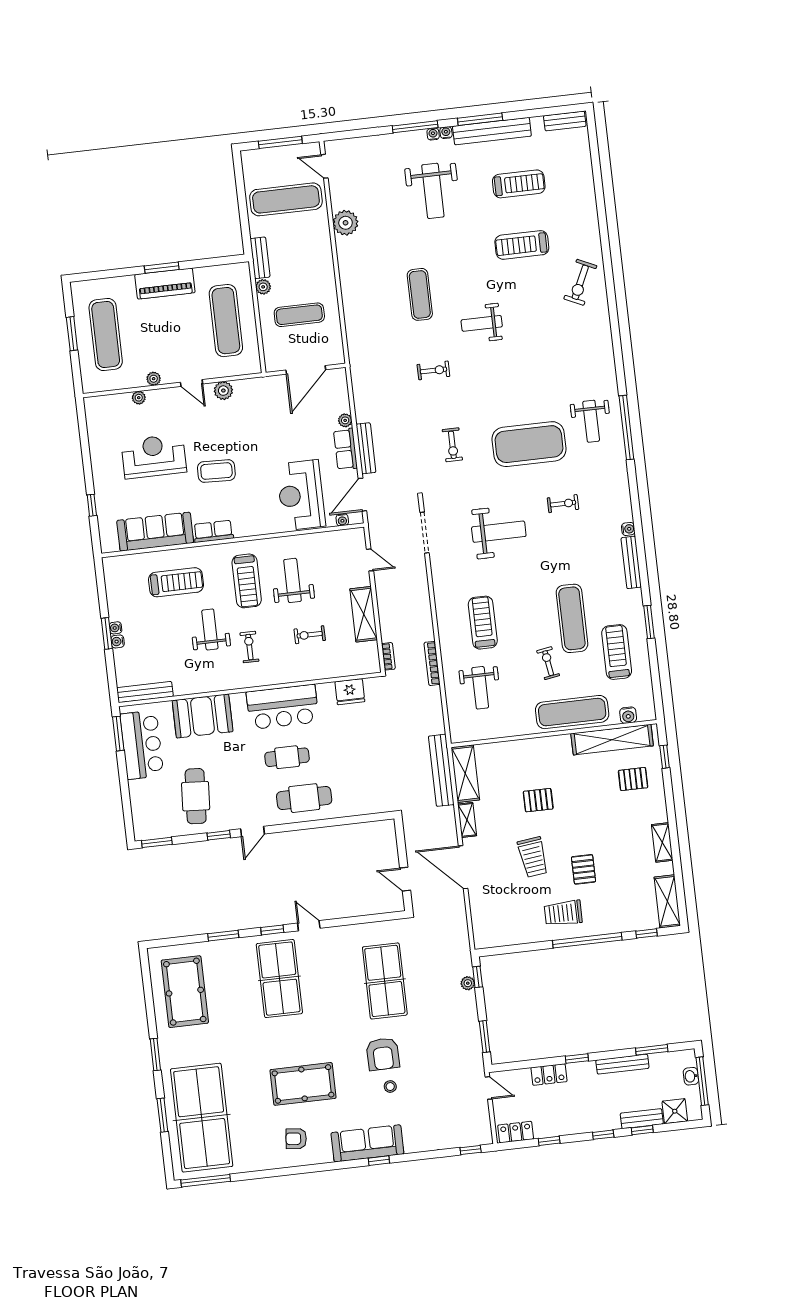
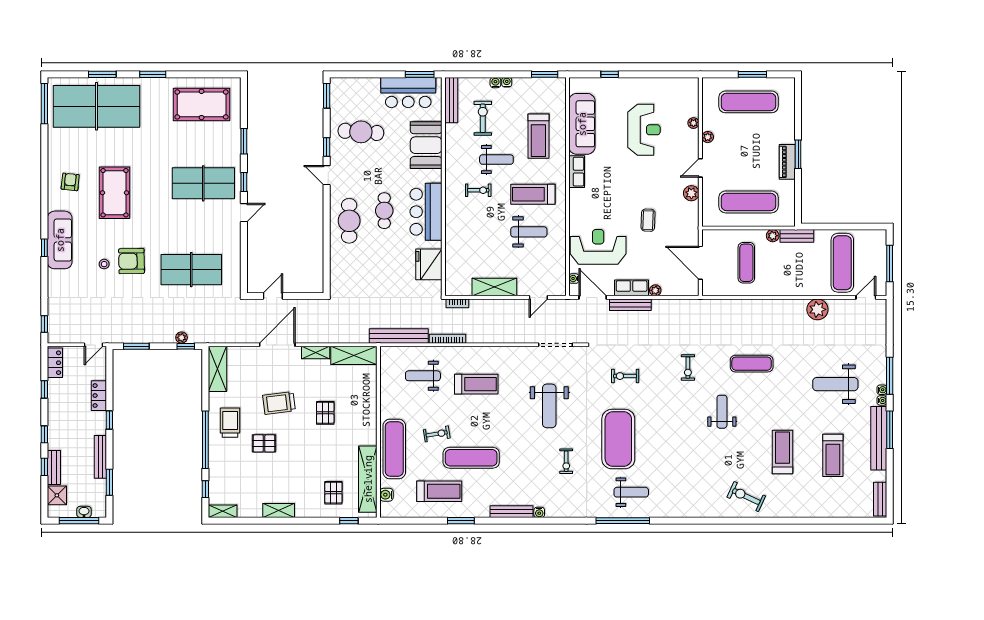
piano: (165, 284) -> (787, 162), width x0.73, depth x0.75
weight bench: (591, 421) -> (631, 492), turned 180
coffee table: (216, 471) -> (648, 220), moved, width x0.73, depth x0.77
window: (107, 633) -> (545, 74), moved
exercise bike: (310, 635) -> (483, 118), moved, width x1.38, depth x1.39
fridge: (350, 692) -> (429, 264), width x1.36, depth x1.34
bench: (441, 770) -> (399, 336), moved
shelving: (667, 901) -> (223, 511), width x0.67, depth x0.75
shelving: (500, 936) -> (217, 369), added

